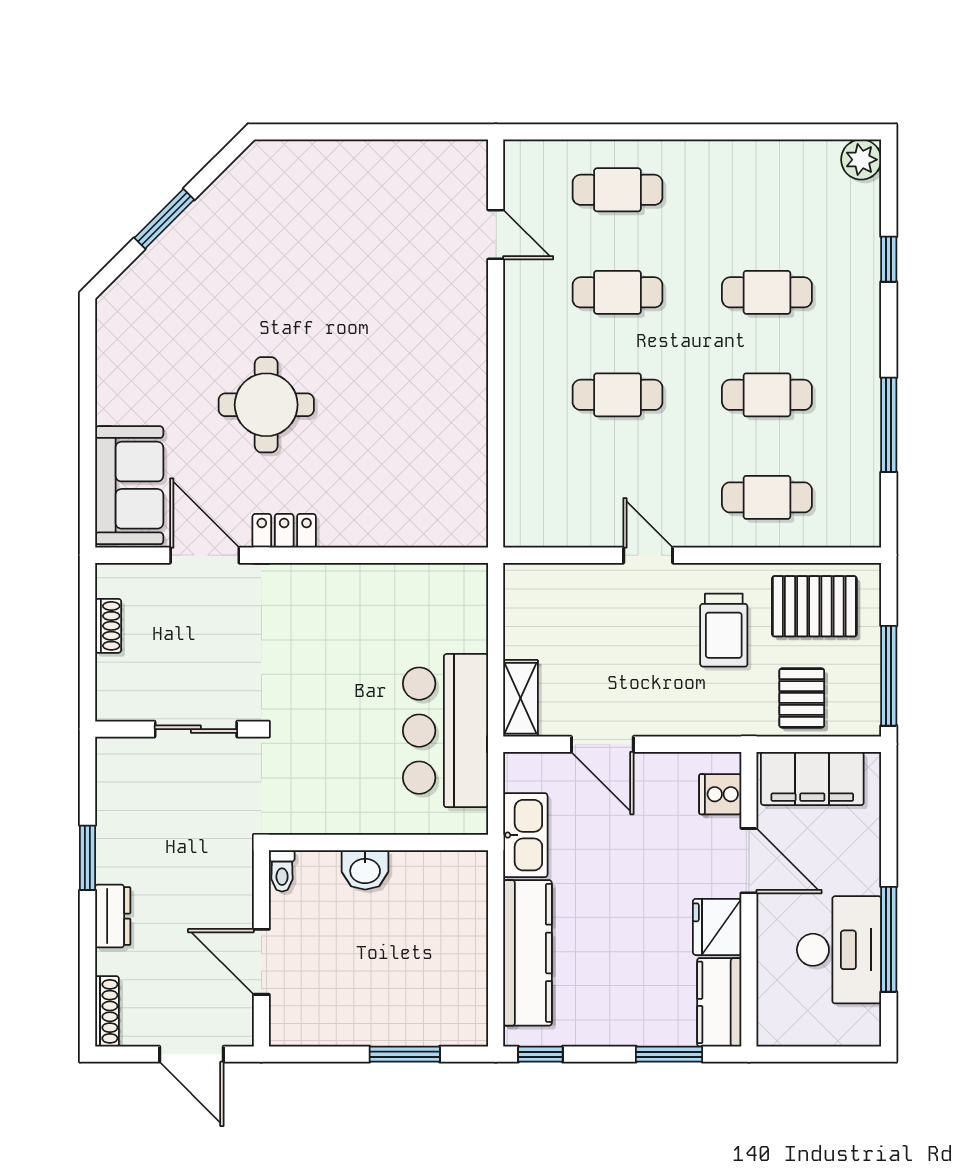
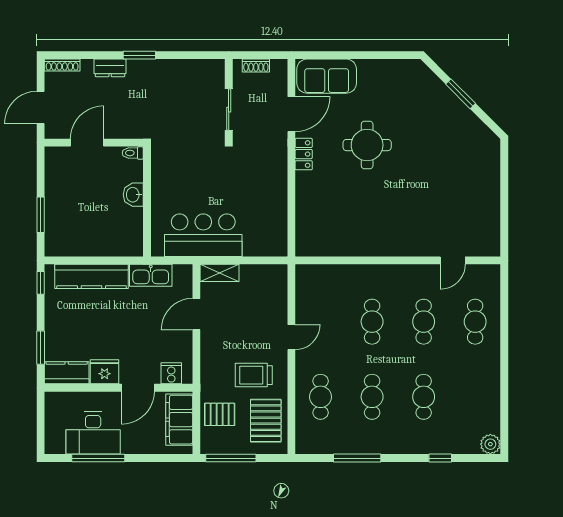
wall: (174, 729) -> (229, 99), moved
sliding door: (196, 729) -> (229, 110), moved

